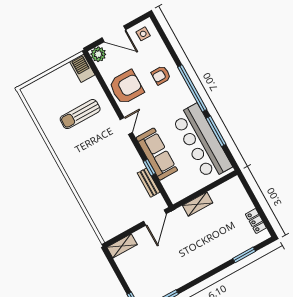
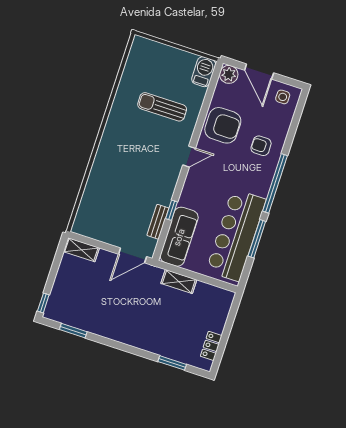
sofa: (157, 154) -> (179, 237), moved

